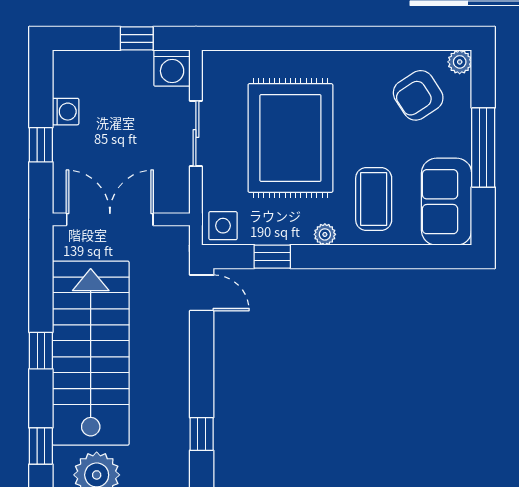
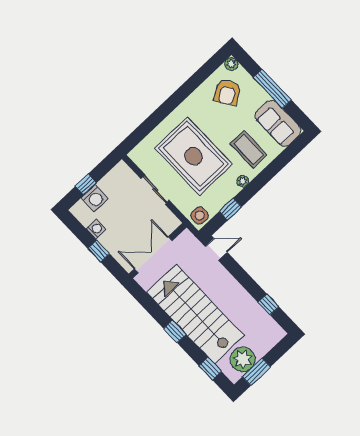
window: (137, 38) -> (86, 185), moved
washing machine: (172, 68) -> (95, 198), moved

